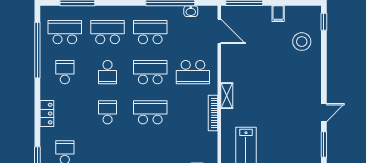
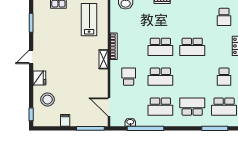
school desk: (108, 32) -> (192, 107), turned 180
fridge: (313, 70) -> (39, 78), added
school desk: (108, 72) -> (192, 77), removed
school desk: (193, 72) -> (129, 77), width x0.54
school desk: (108, 112) -> (192, 47), width x1.85
door: (324, 113) -> (31, 57), moved

